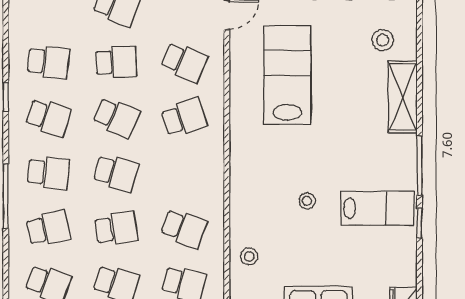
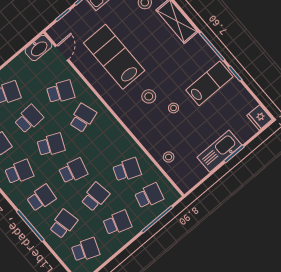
stool: (289, 161) -> (149, 96), added

